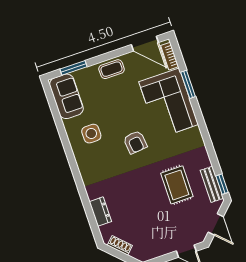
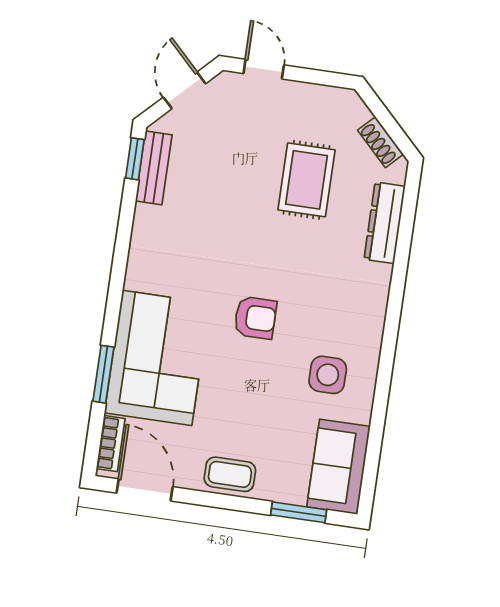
armchair: (135, 142) -> (255, 318), turned 96
rug: (177, 185) -> (306, 180), moved
dresser: (100, 212) -> (385, 223), width x1.44

